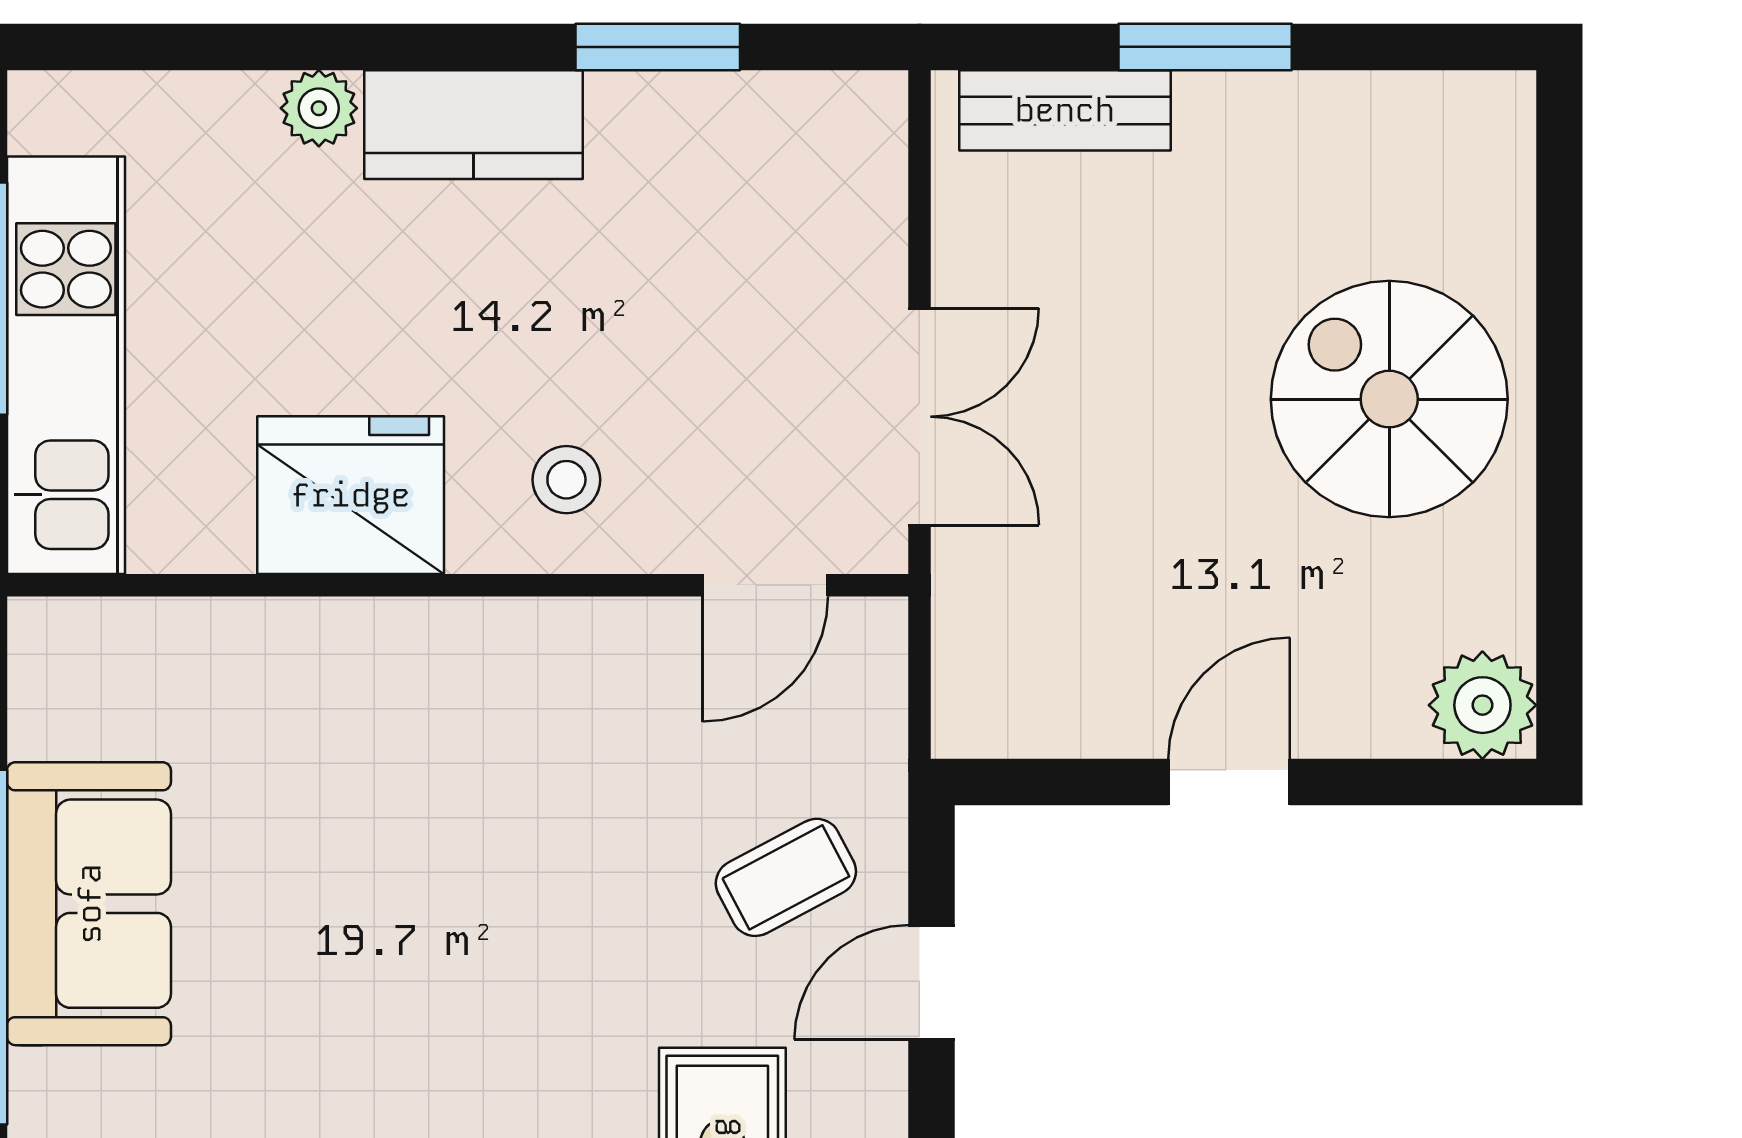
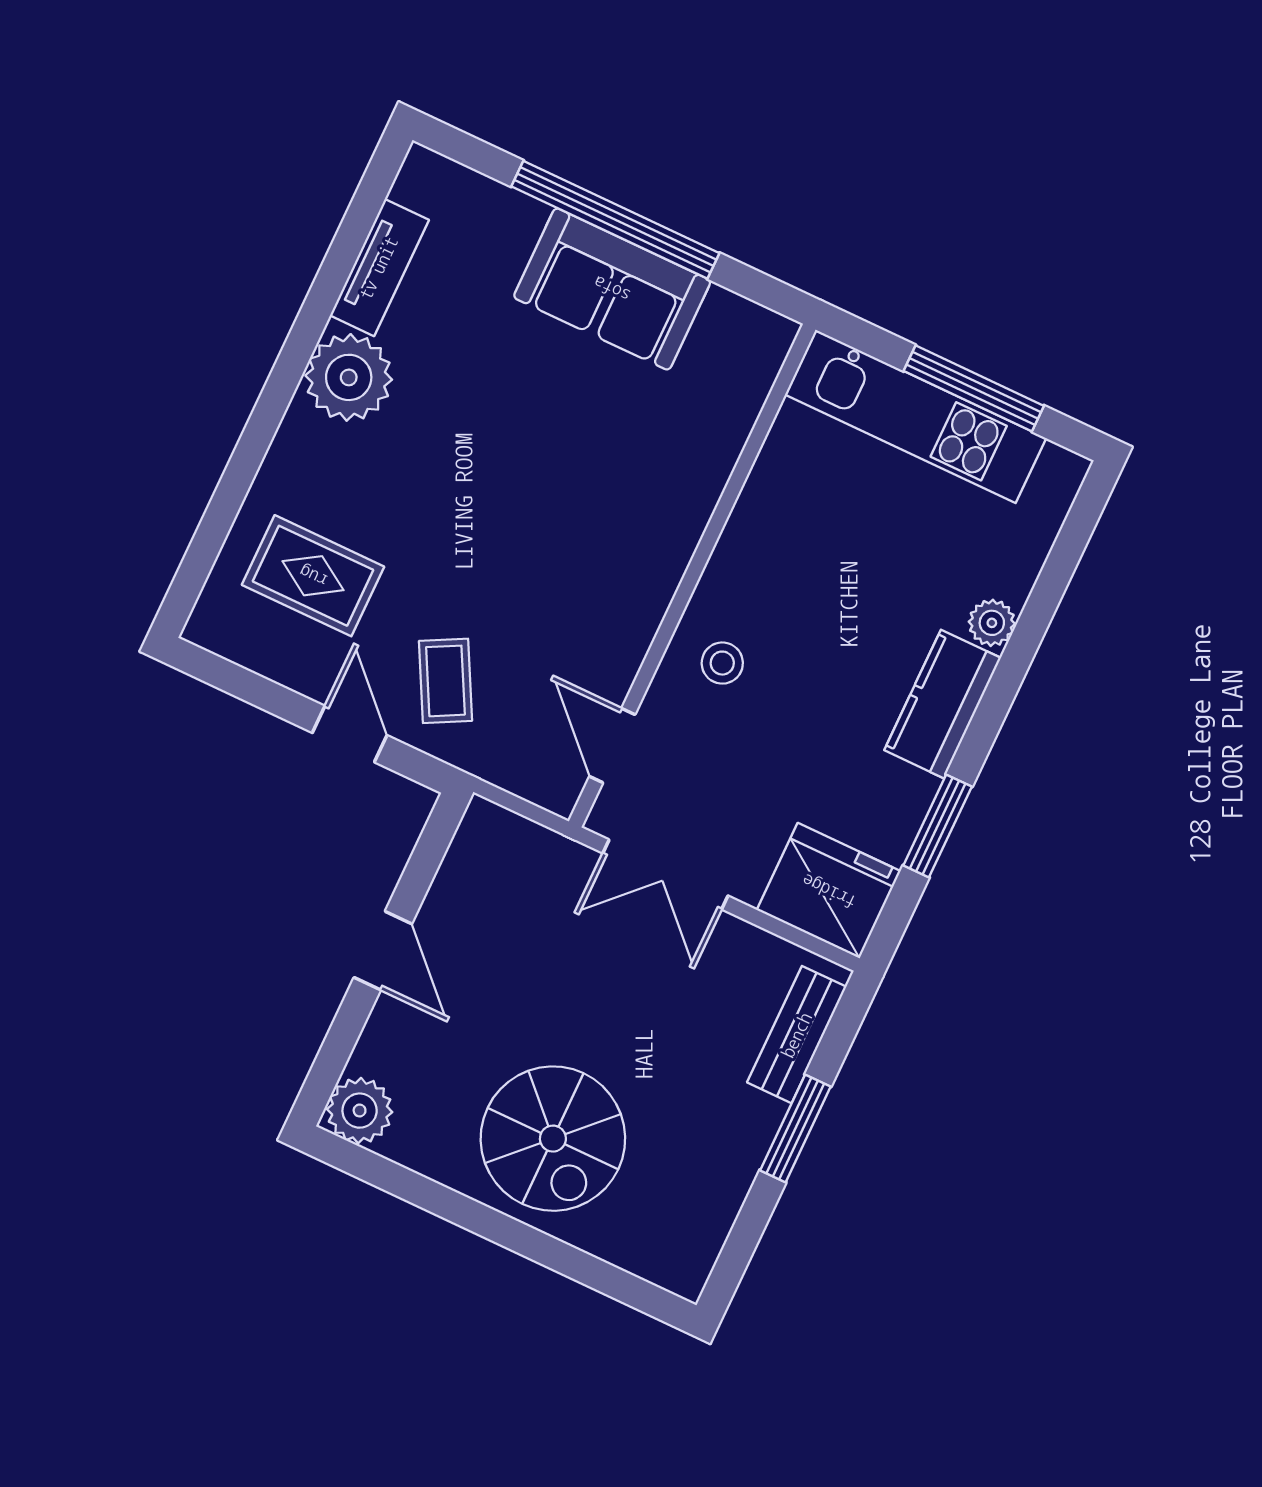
spiral stairs: (1389, 399) -> (553, 1139), turned 90
fridge: (351, 495) -> (829, 891), moved, turned -90

